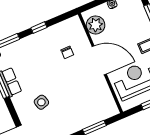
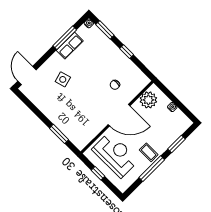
door: (99, 60) -> (119, 115), hinge flipped

